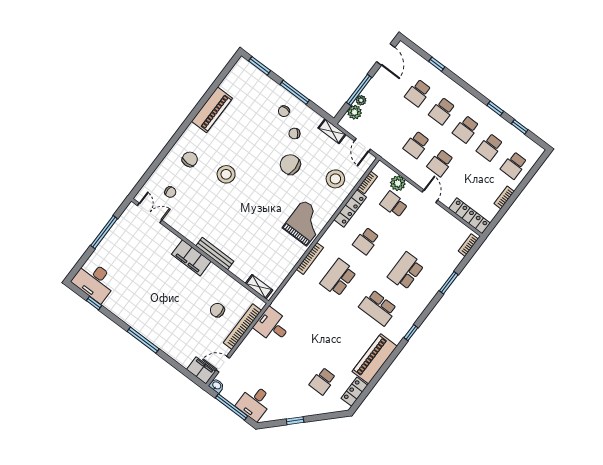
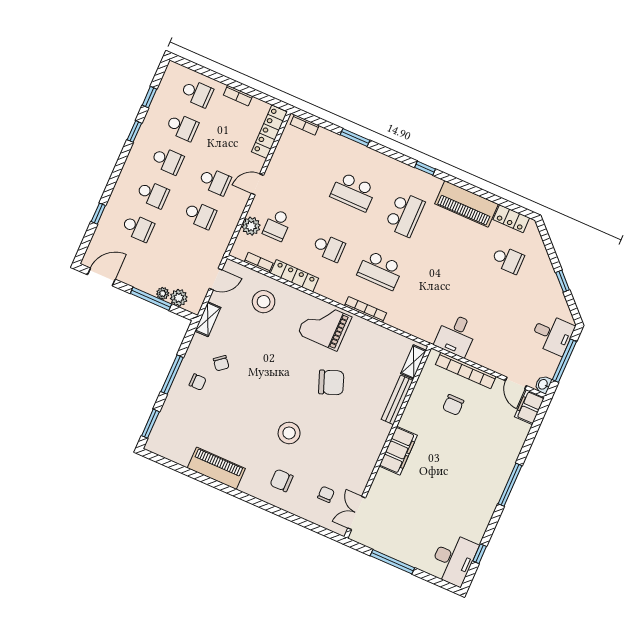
chair: (290, 165) -> (331, 382), moved, turned -111
bench: (215, 254) -> (397, 400), moved

